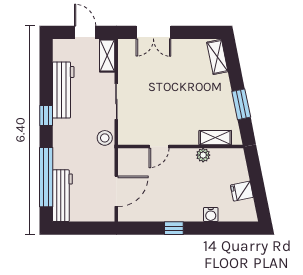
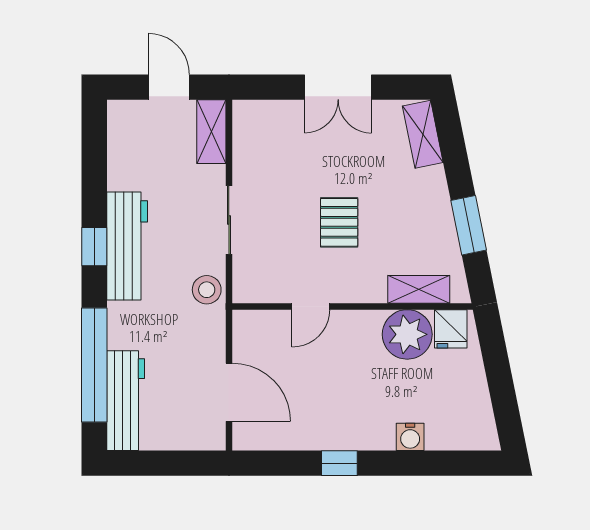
double door: (153, 32) -> (338, 87), moved
workbench: (63, 90) -> (127, 246), moved
pallet: (174, 103) -> (339, 222), added
plant: (203, 155) -> (407, 334), width x1.88, depth x1.88
door: (116, 191) -> (229, 392), hinge flipped
fridge: (242, 191) -> (451, 329), moved, turned -79

